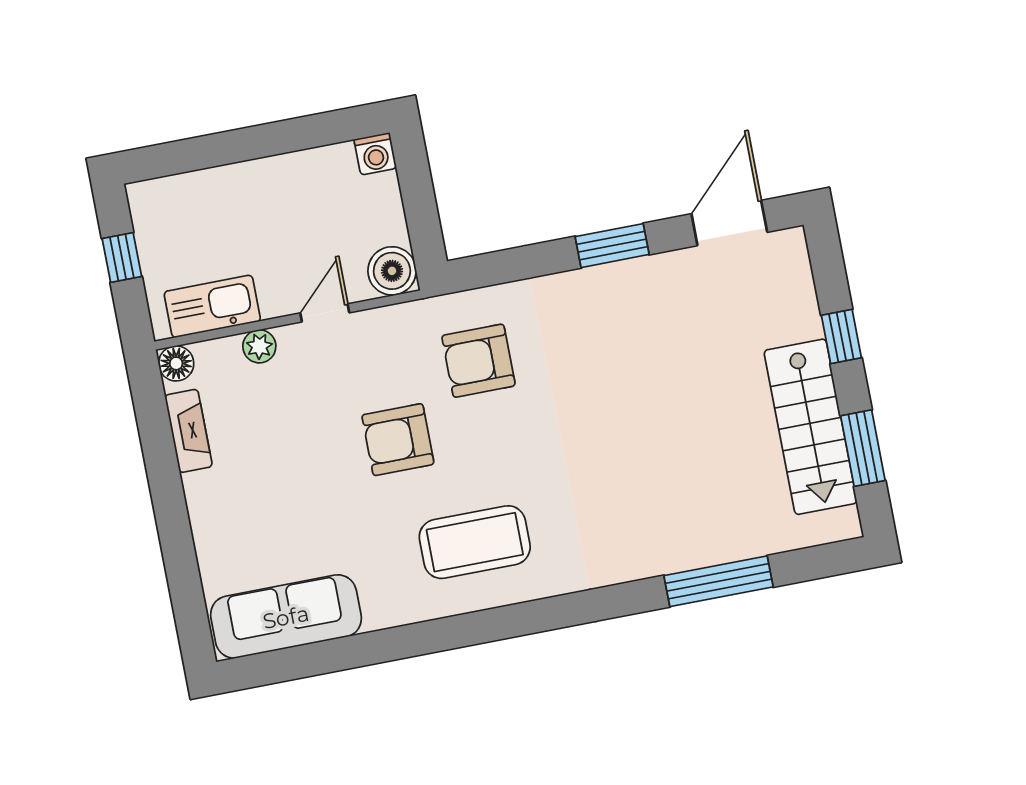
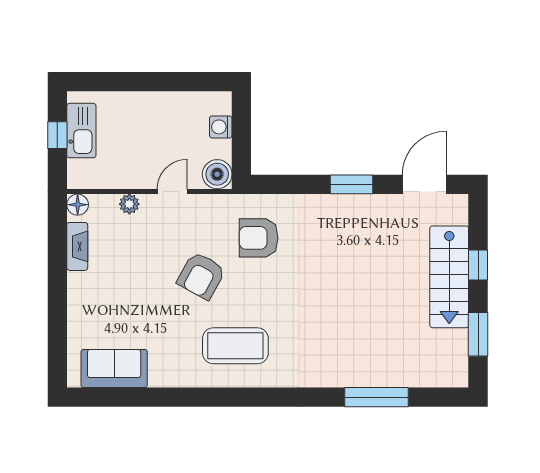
washing machine: (375, 154) -> (221, 127), moved, turned 90
kitchen sink: (212, 306) -> (81, 131), moved, turned 90
stairs: (811, 427) -> (449, 277), moved
armchair: (398, 440) -> (201, 276), turned -61
sofa: (286, 617) -> (114, 368), width x0.73

